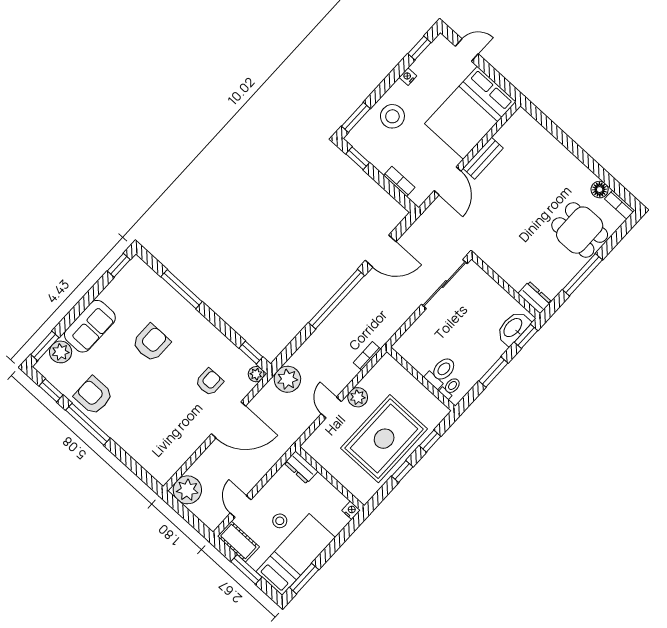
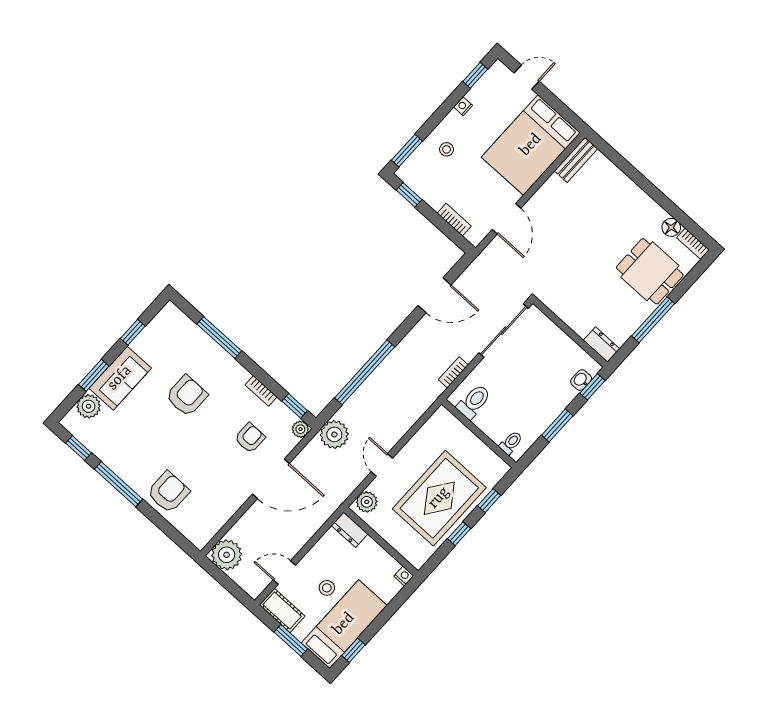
stool: (392, 116) -> (446, 149), width x0.53, depth x0.53
bench: (483, 158) -> (576, 160), moved
window: (119, 265) -> (133, 332), moved
window: (337, 299) -> (365, 372), moved
washbasin: (513, 328) -> (581, 380), width x0.52, depth x0.69
bookcase: (220, 339) -> (261, 391), added
window: (45, 346) -> (94, 375), moved
bookcase: (367, 356) -> (453, 372), moved
toilet: (441, 372) -> (474, 402), moved
armchair: (93, 396) -> (168, 492), moved, turned 90
plant: (358, 397) -> (367, 502), moved
door: (241, 506) -> (284, 573), hinge flipped
window: (304, 579) -> (353, 650), width x0.67

